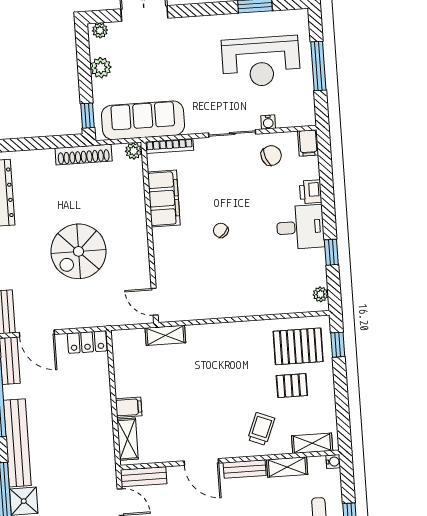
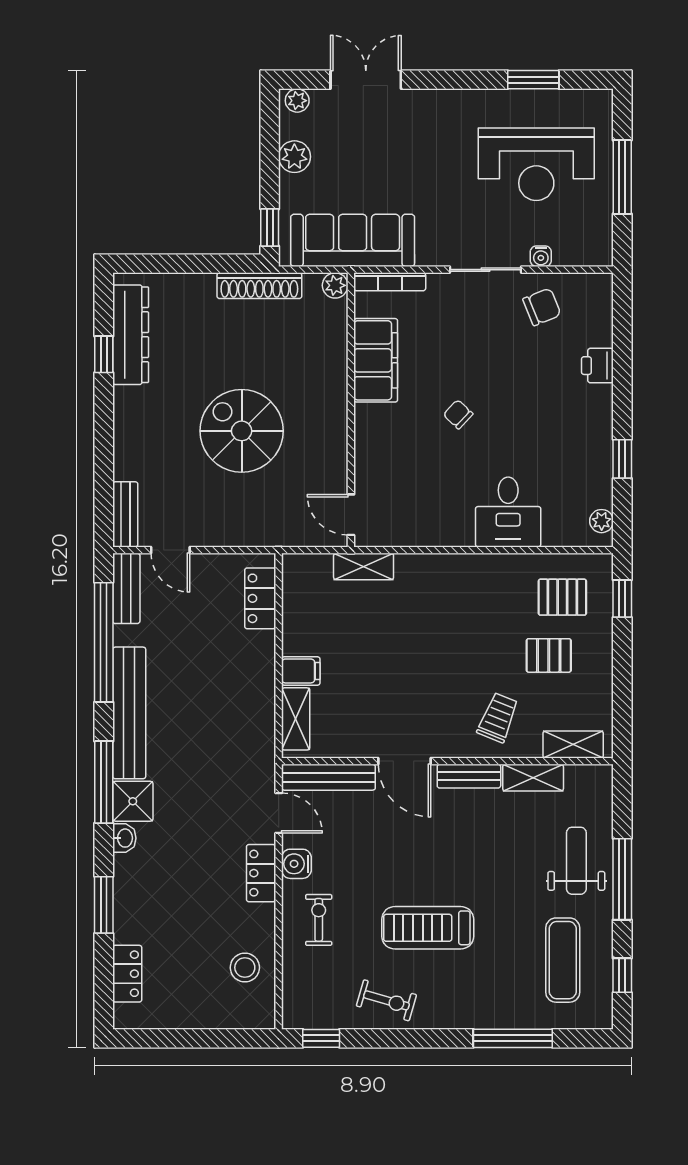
filing cabinet: (308, 143) -> (599, 292), removed
desk: (300, 227) -> (508, 512), moved, turned 90
spiral stairs: (78, 251) -> (242, 431), turned 90
door: (37, 333) -> (170, 550), width x0.73
locker: (87, 342) -> (260, 598), moved, turned 90
pallet: (298, 346) -> (562, 597), width x0.67, depth x0.71
water cooler: (333, 462) -> (603, 774), removed
bench: (144, 477) -> (328, 777), width x1.36

